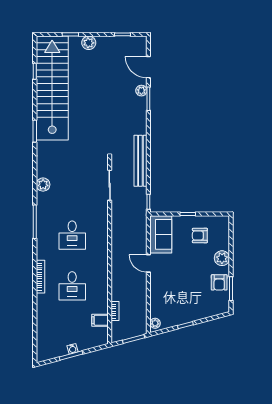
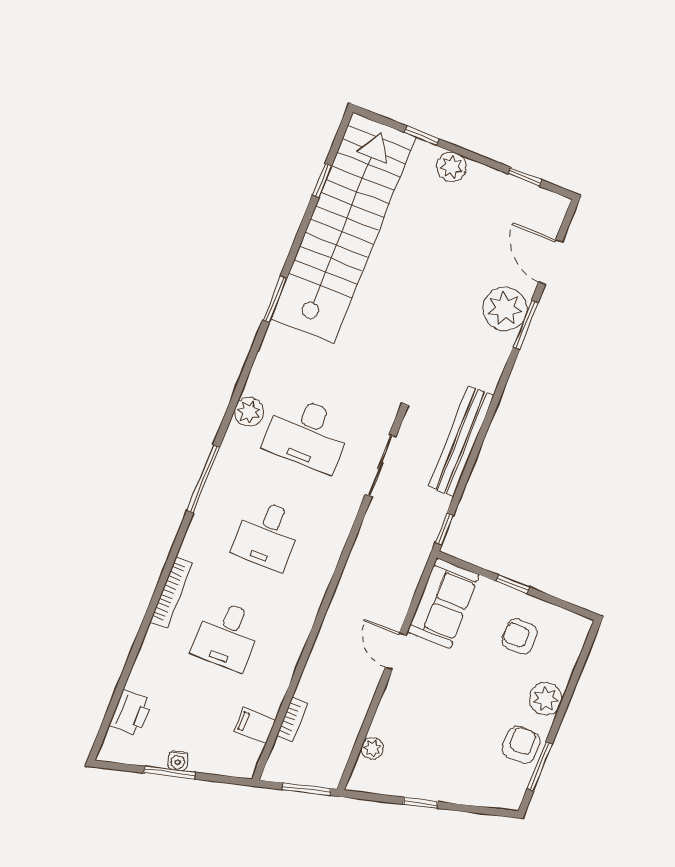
plant: (141, 91) -> (505, 309), width x1.88, depth x1.88
desk: (72, 184) -> (307, 434), added
armchair: (219, 282) -> (521, 745), turned 180
plant: (155, 323) -> (372, 748), moved
printer: (44, 336) -> (131, 713), added

